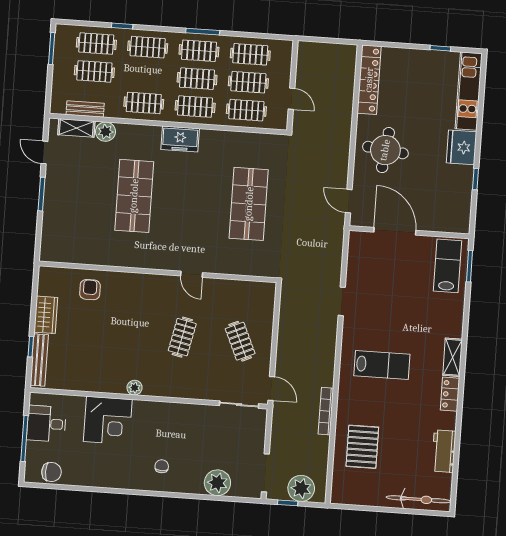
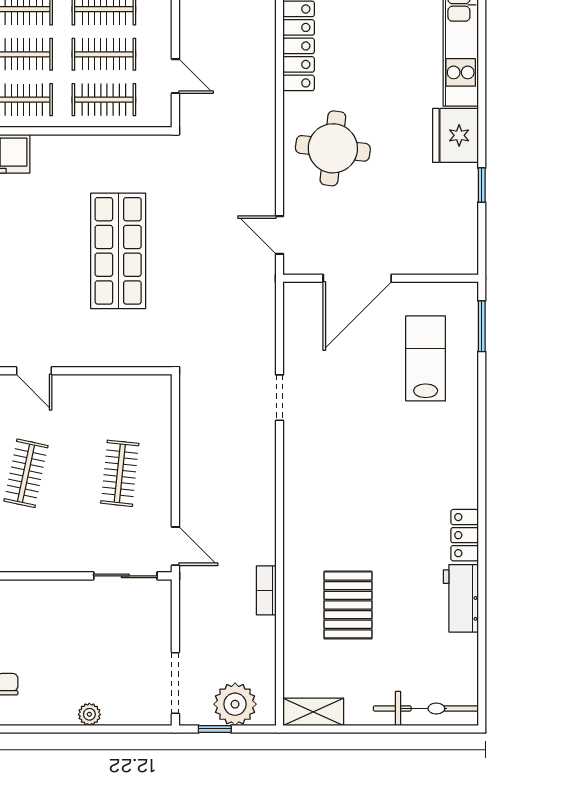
door: (395, 231) -> (357, 278), swing flipped
lab bench: (447, 266) -> (426, 358), moved
clothes rail: (240, 341) -> (120, 473), turned 30
shelving: (453, 357) -> (313, 712), moved, turned 90
lab bench: (382, 365) -> (352, 496), removed
bookcase: (326, 411) -> (266, 590), width x0.64
pallet: (362, 447) -> (348, 605), moved
workbench: (444, 451) -> (461, 598), moved
plant: (217, 483) -> (89, 714), width x0.53, depth x0.53

